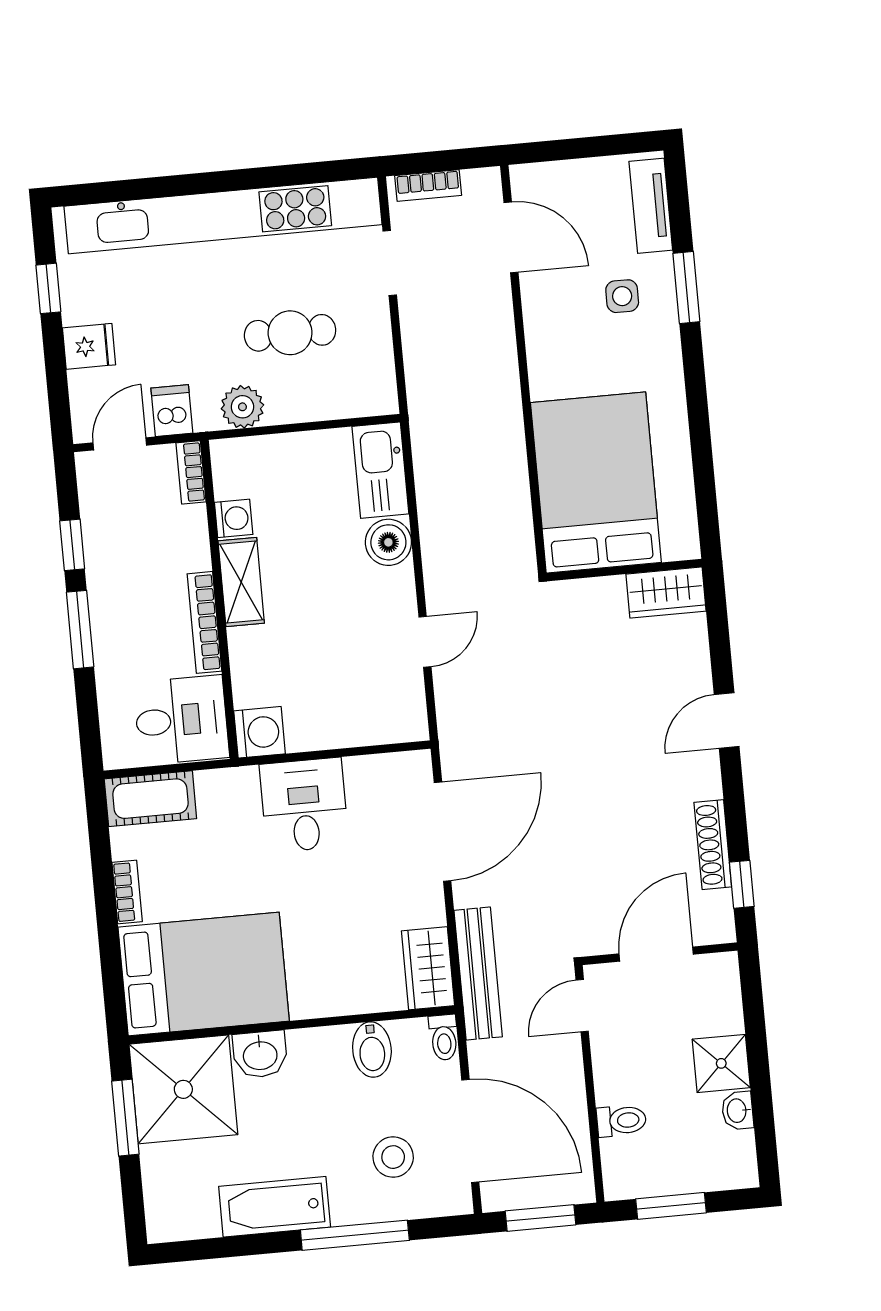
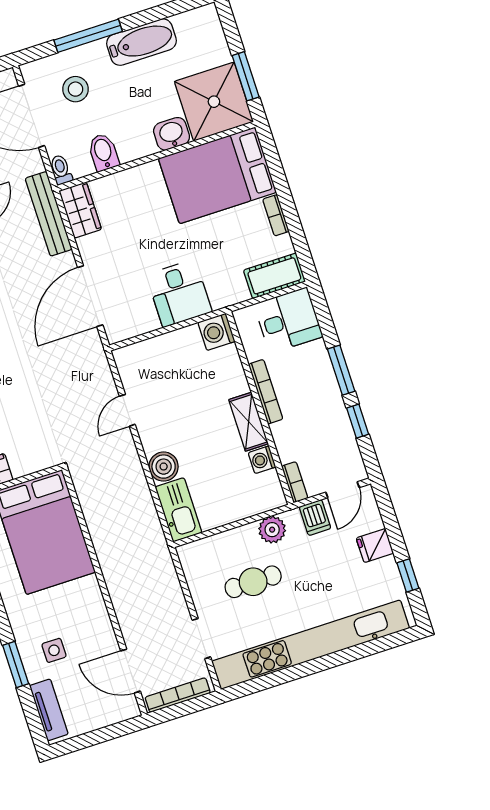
bookcase: (428, 185) -> (178, 695), width x1.56
desk: (181, 720) -> (288, 320), moved, turned 180

